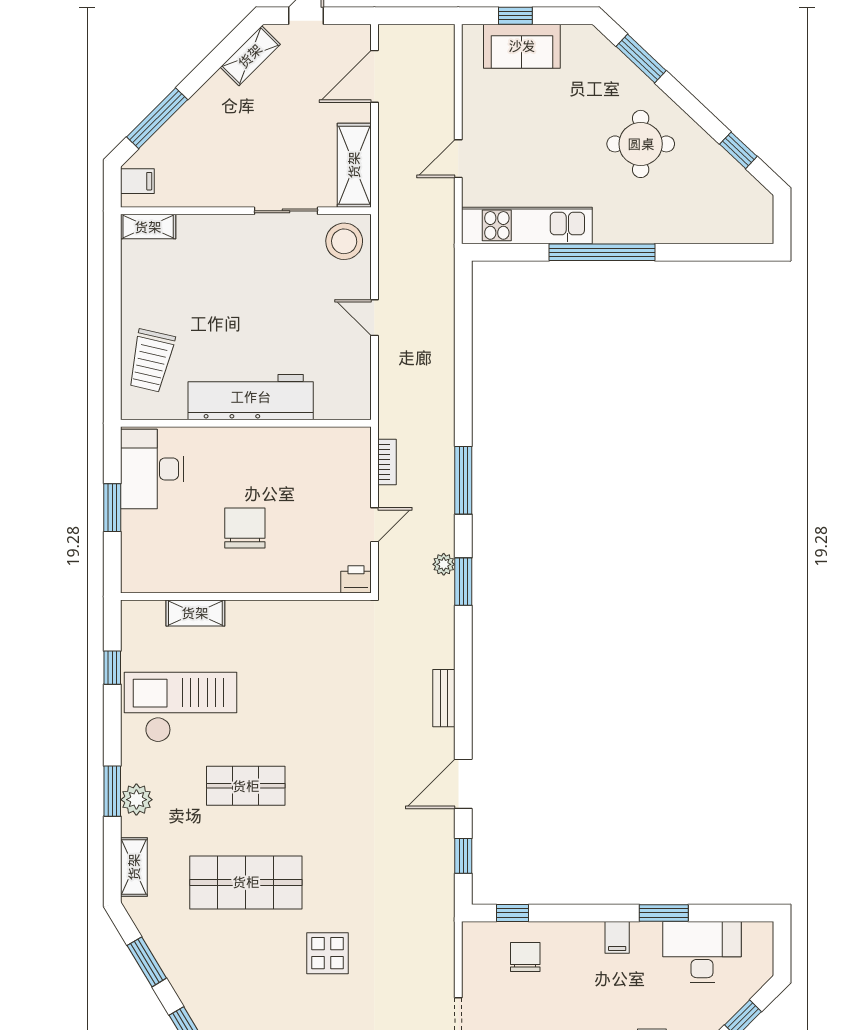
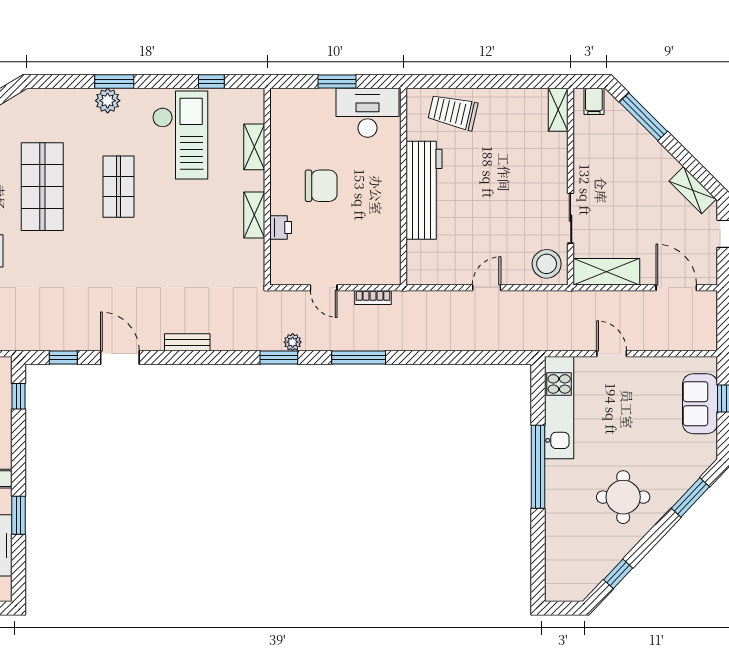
printer: (356, 579) -> (281, 227), moved
shelving: (134, 867) -> (254, 215), moved, turned 90

